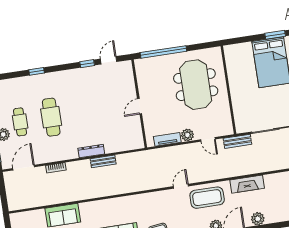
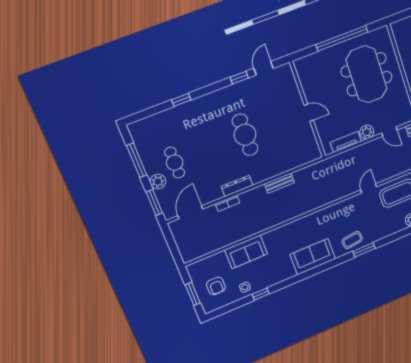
window: (163, 52) -> (342, 38), moved
door: (140, 106) -> (309, 113), swing flipped
cafe table: (51, 117) -> (245, 135), moved
dresser: (91, 151) -> (237, 186), moved

